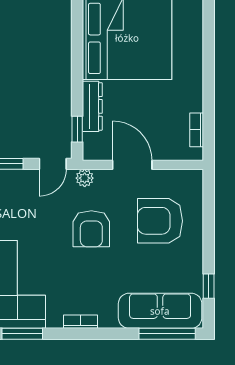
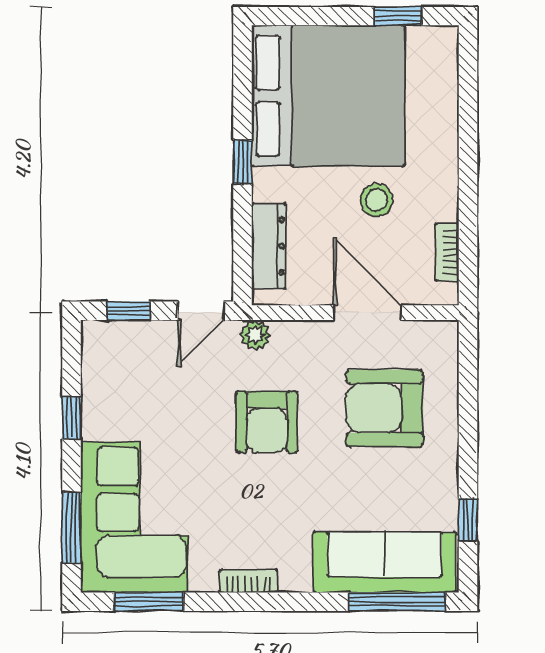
stool: (155, 99) -> (376, 200), added
dresser: (92, 106) -> (268, 246), moved
window: (77, 129) -> (243, 162), moved
door: (132, 165) -> (367, 313), moved

